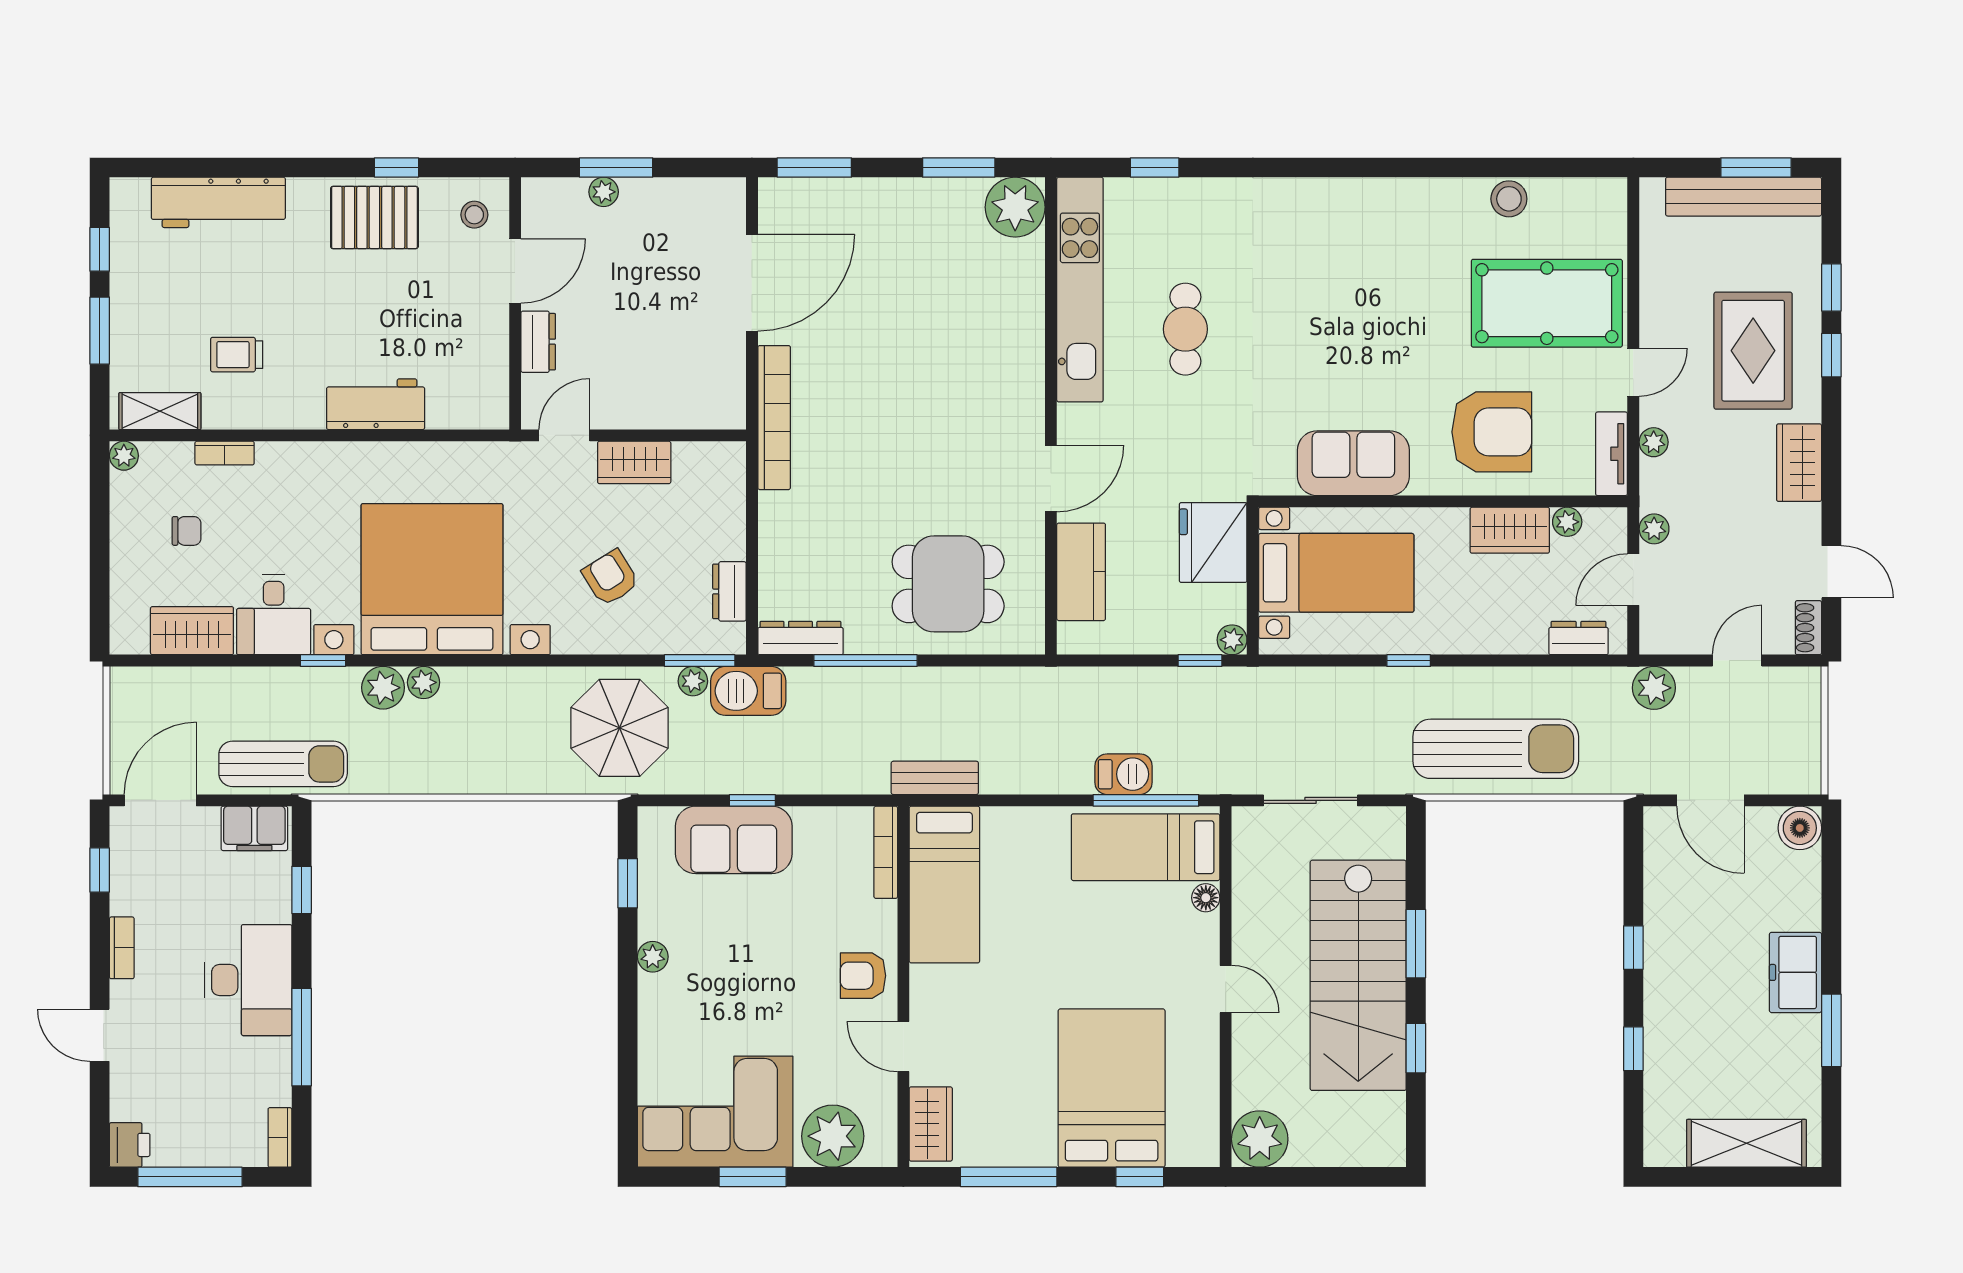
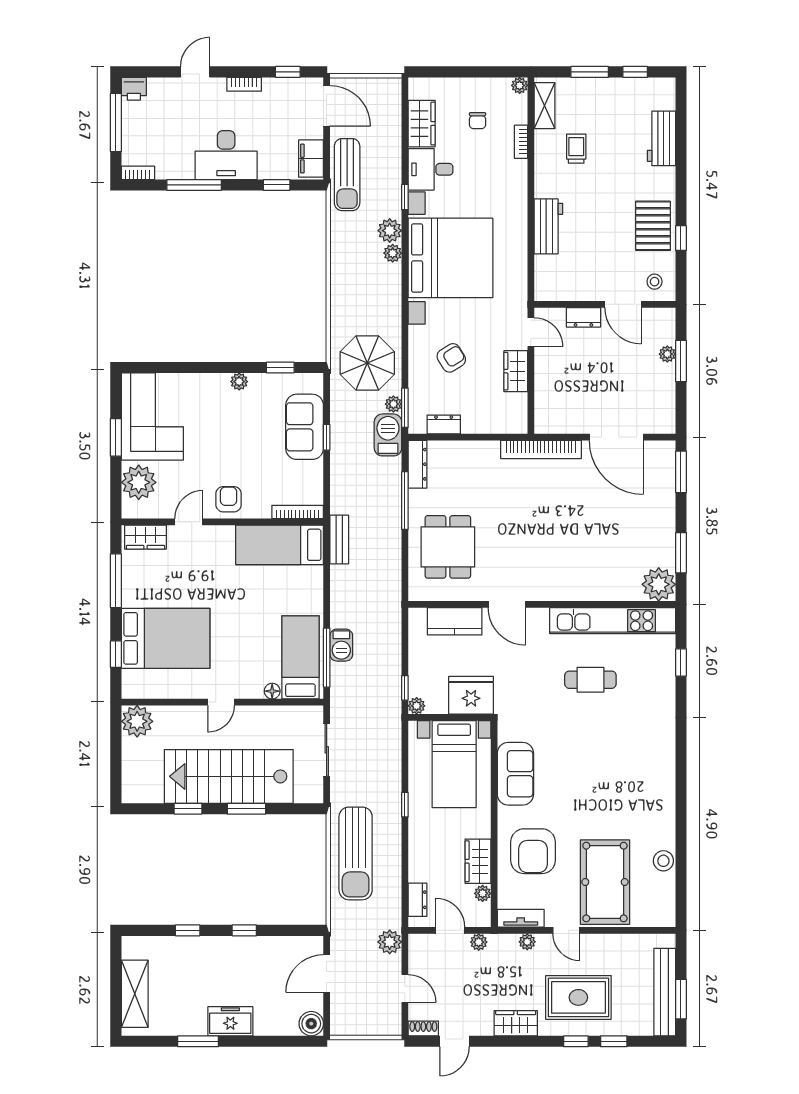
workbench: (218, 202) -> (661, 138), width x0.73

